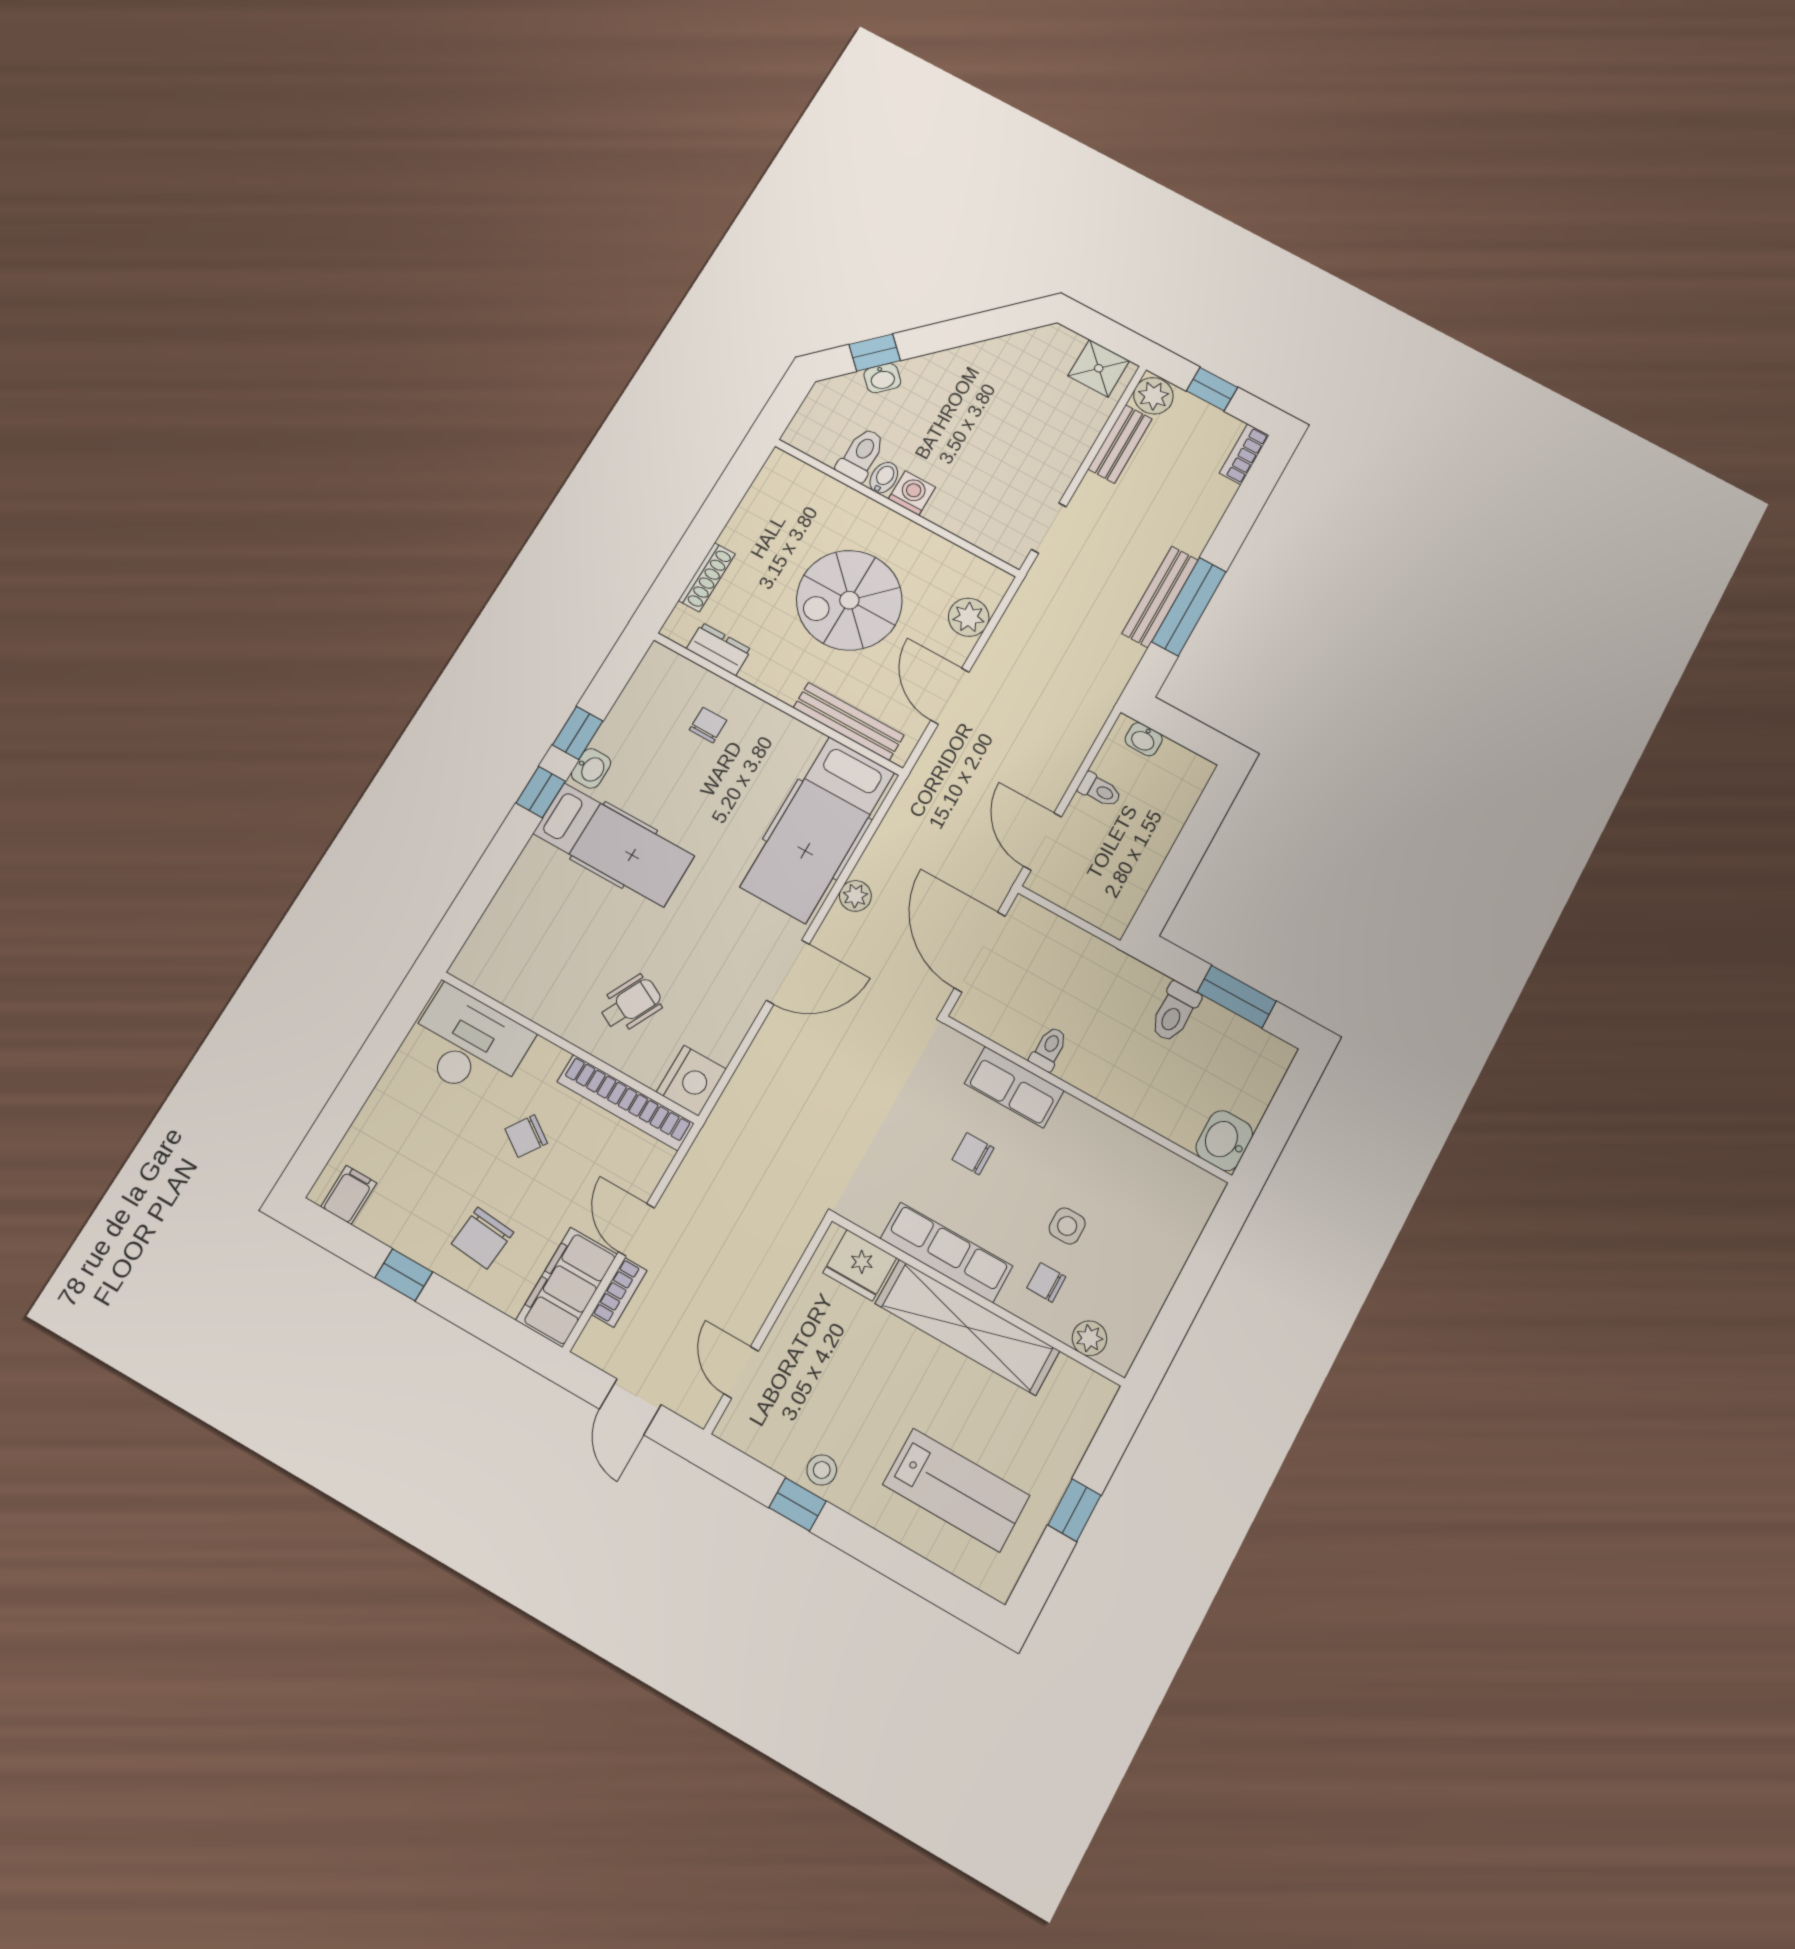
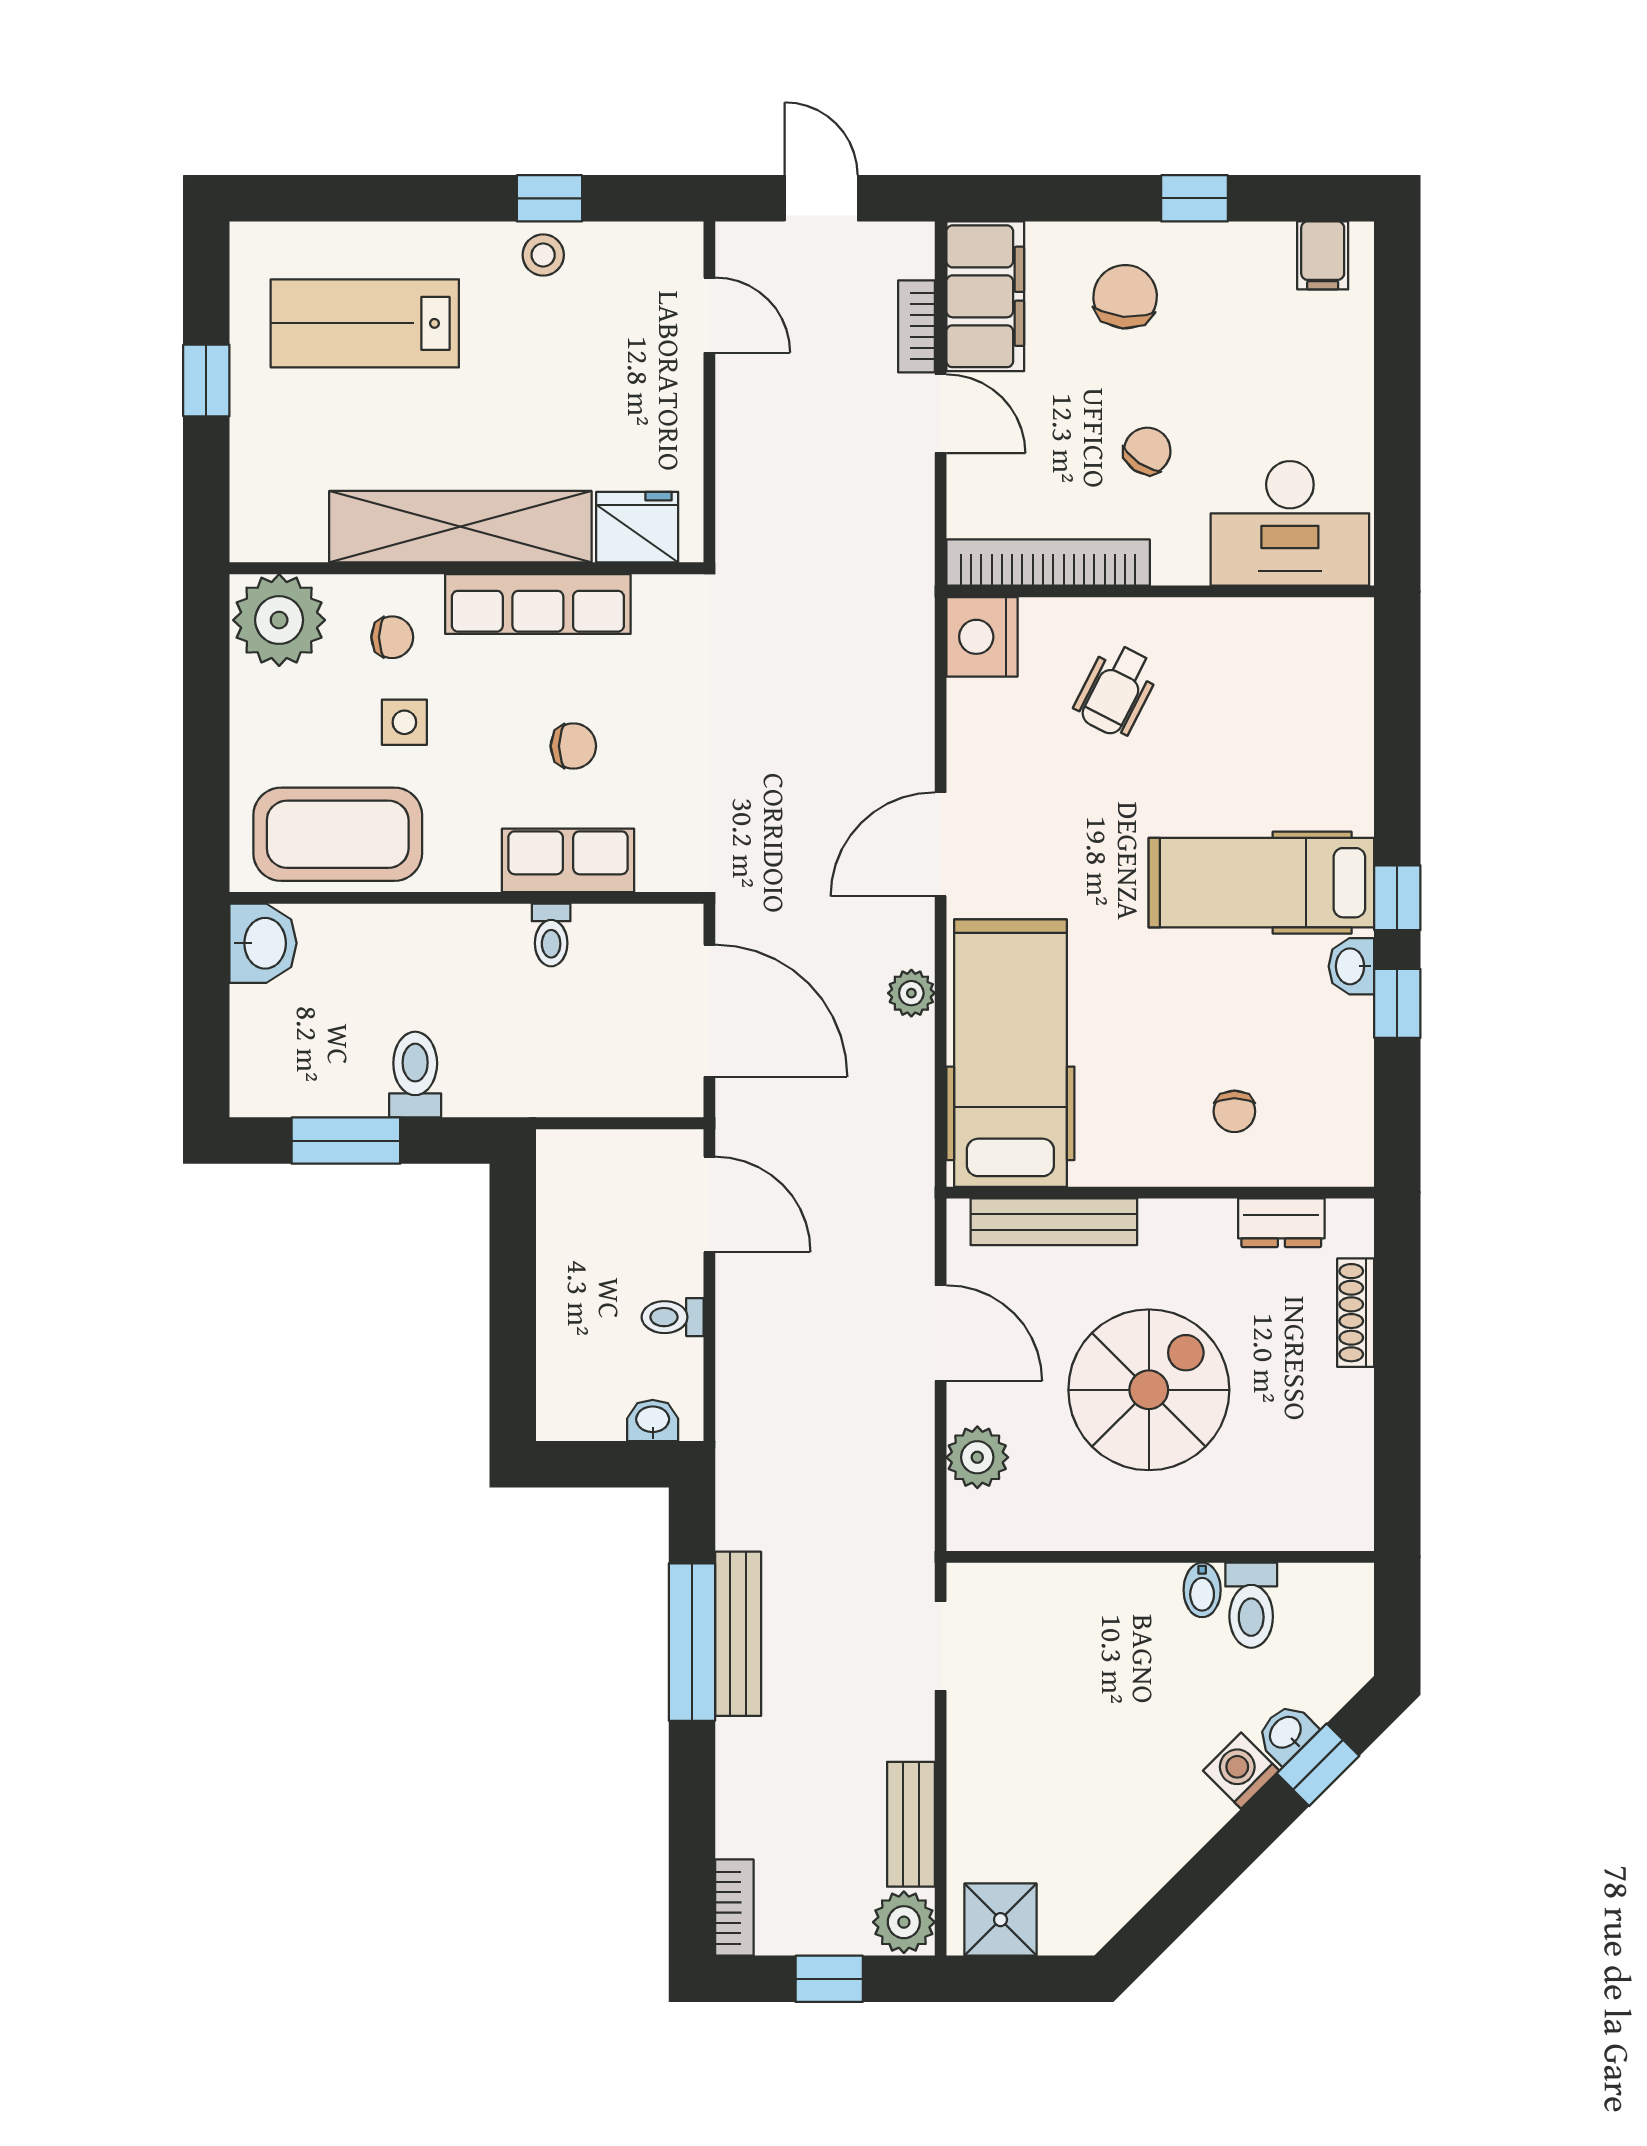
washing machine: (912, 493) -> (1241, 1771), moved, turned 135
coffee table: (1144, 1181) -> (338, 834), added
plant: (1089, 1338) -> (279, 620), width x1.88, depth x1.88

